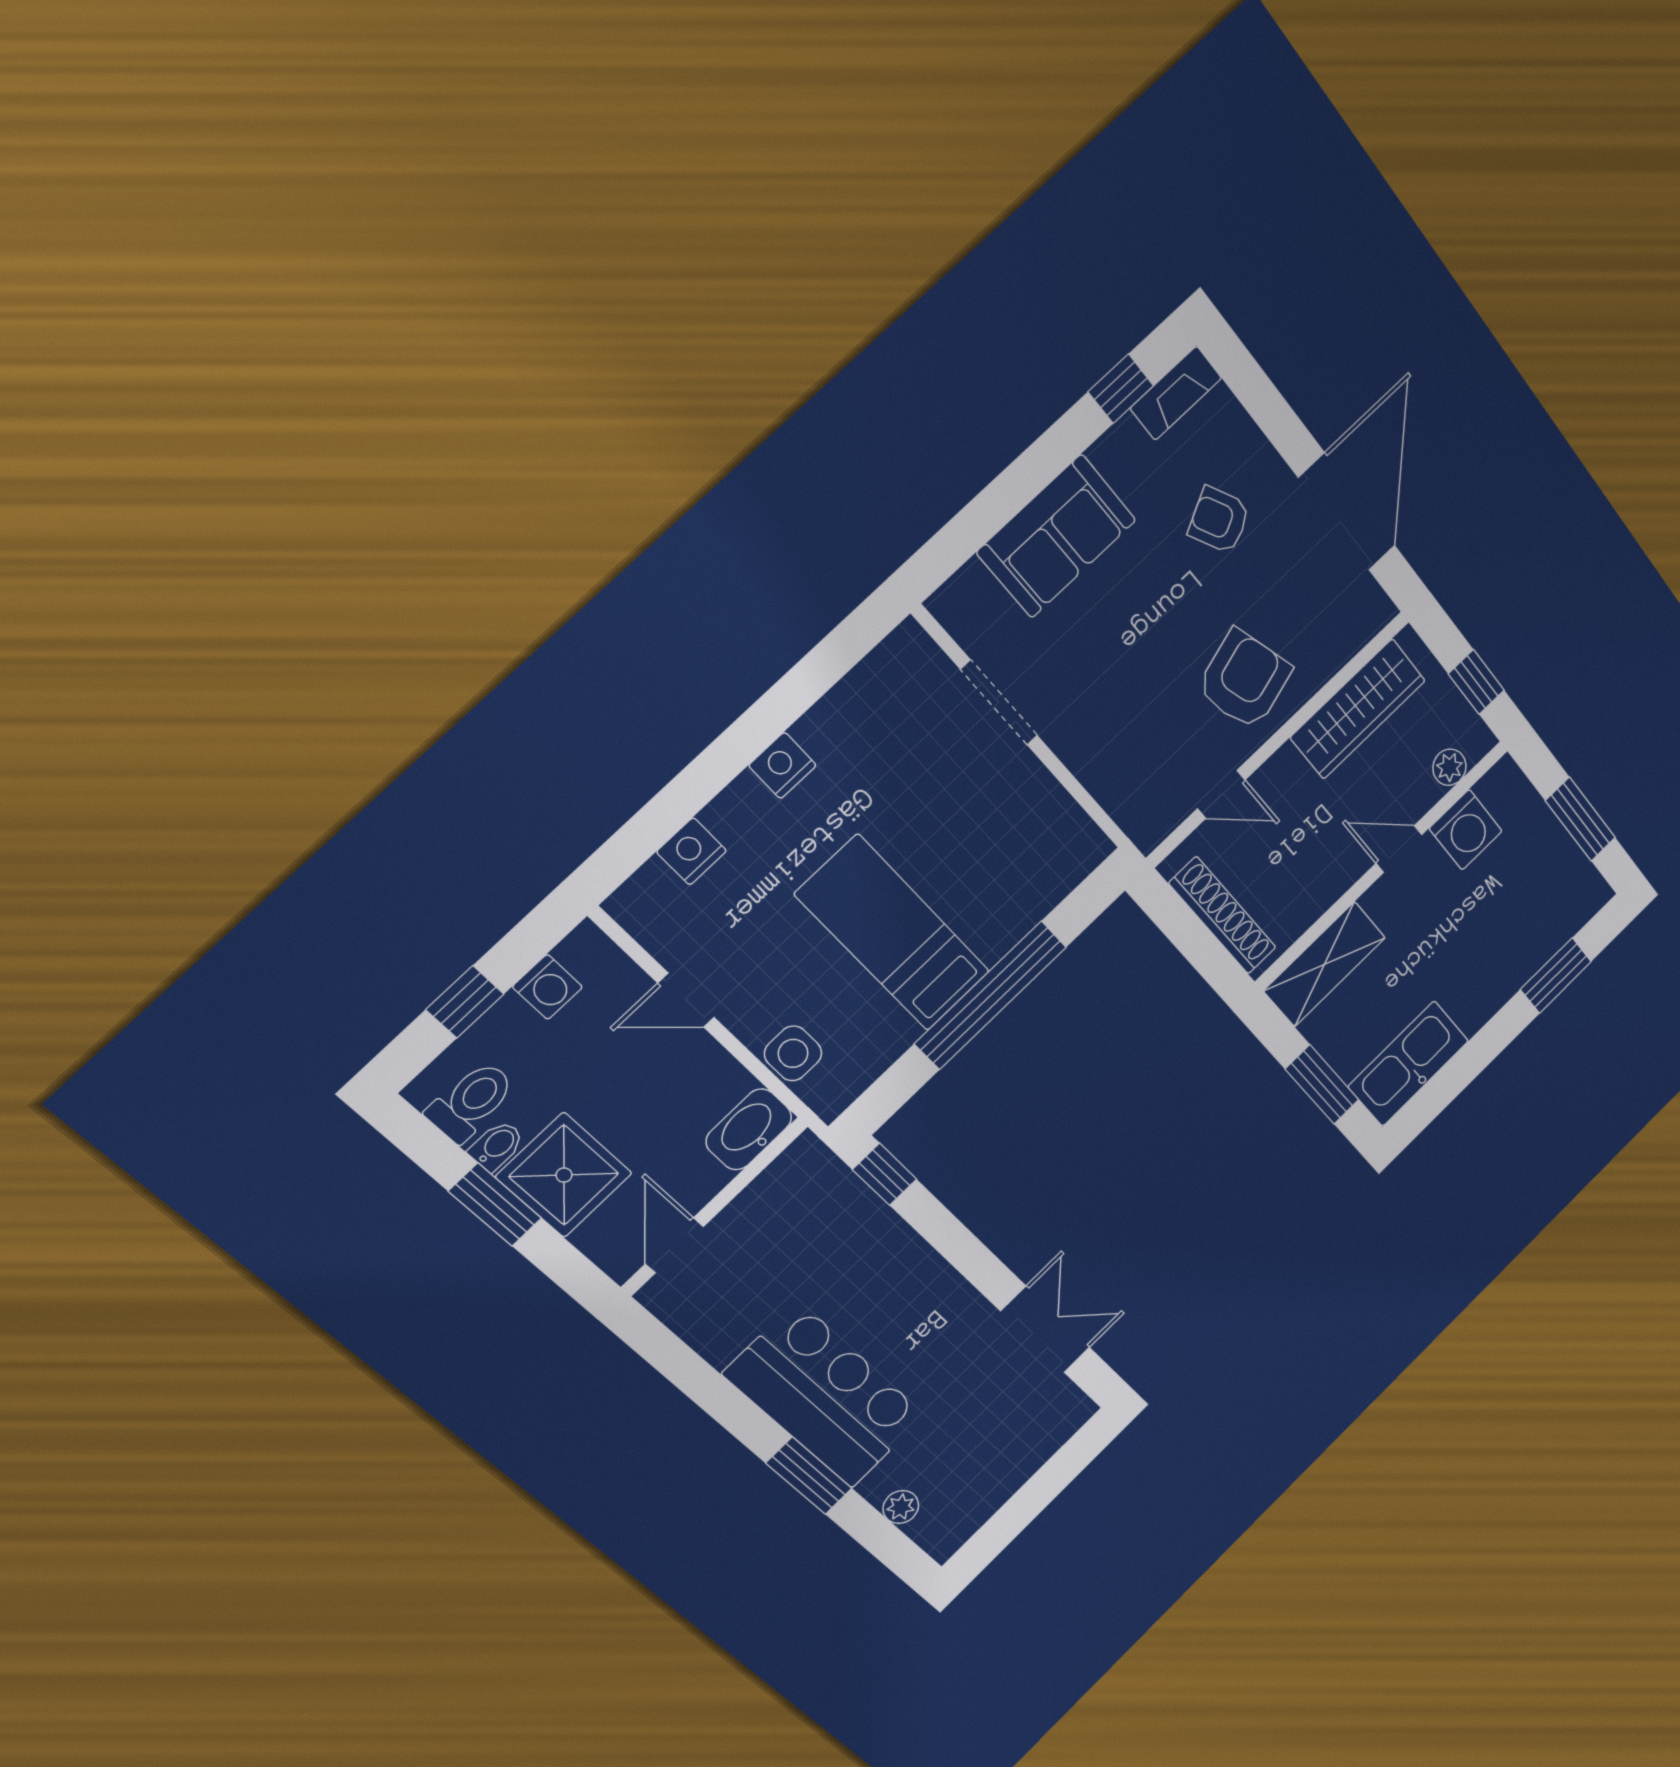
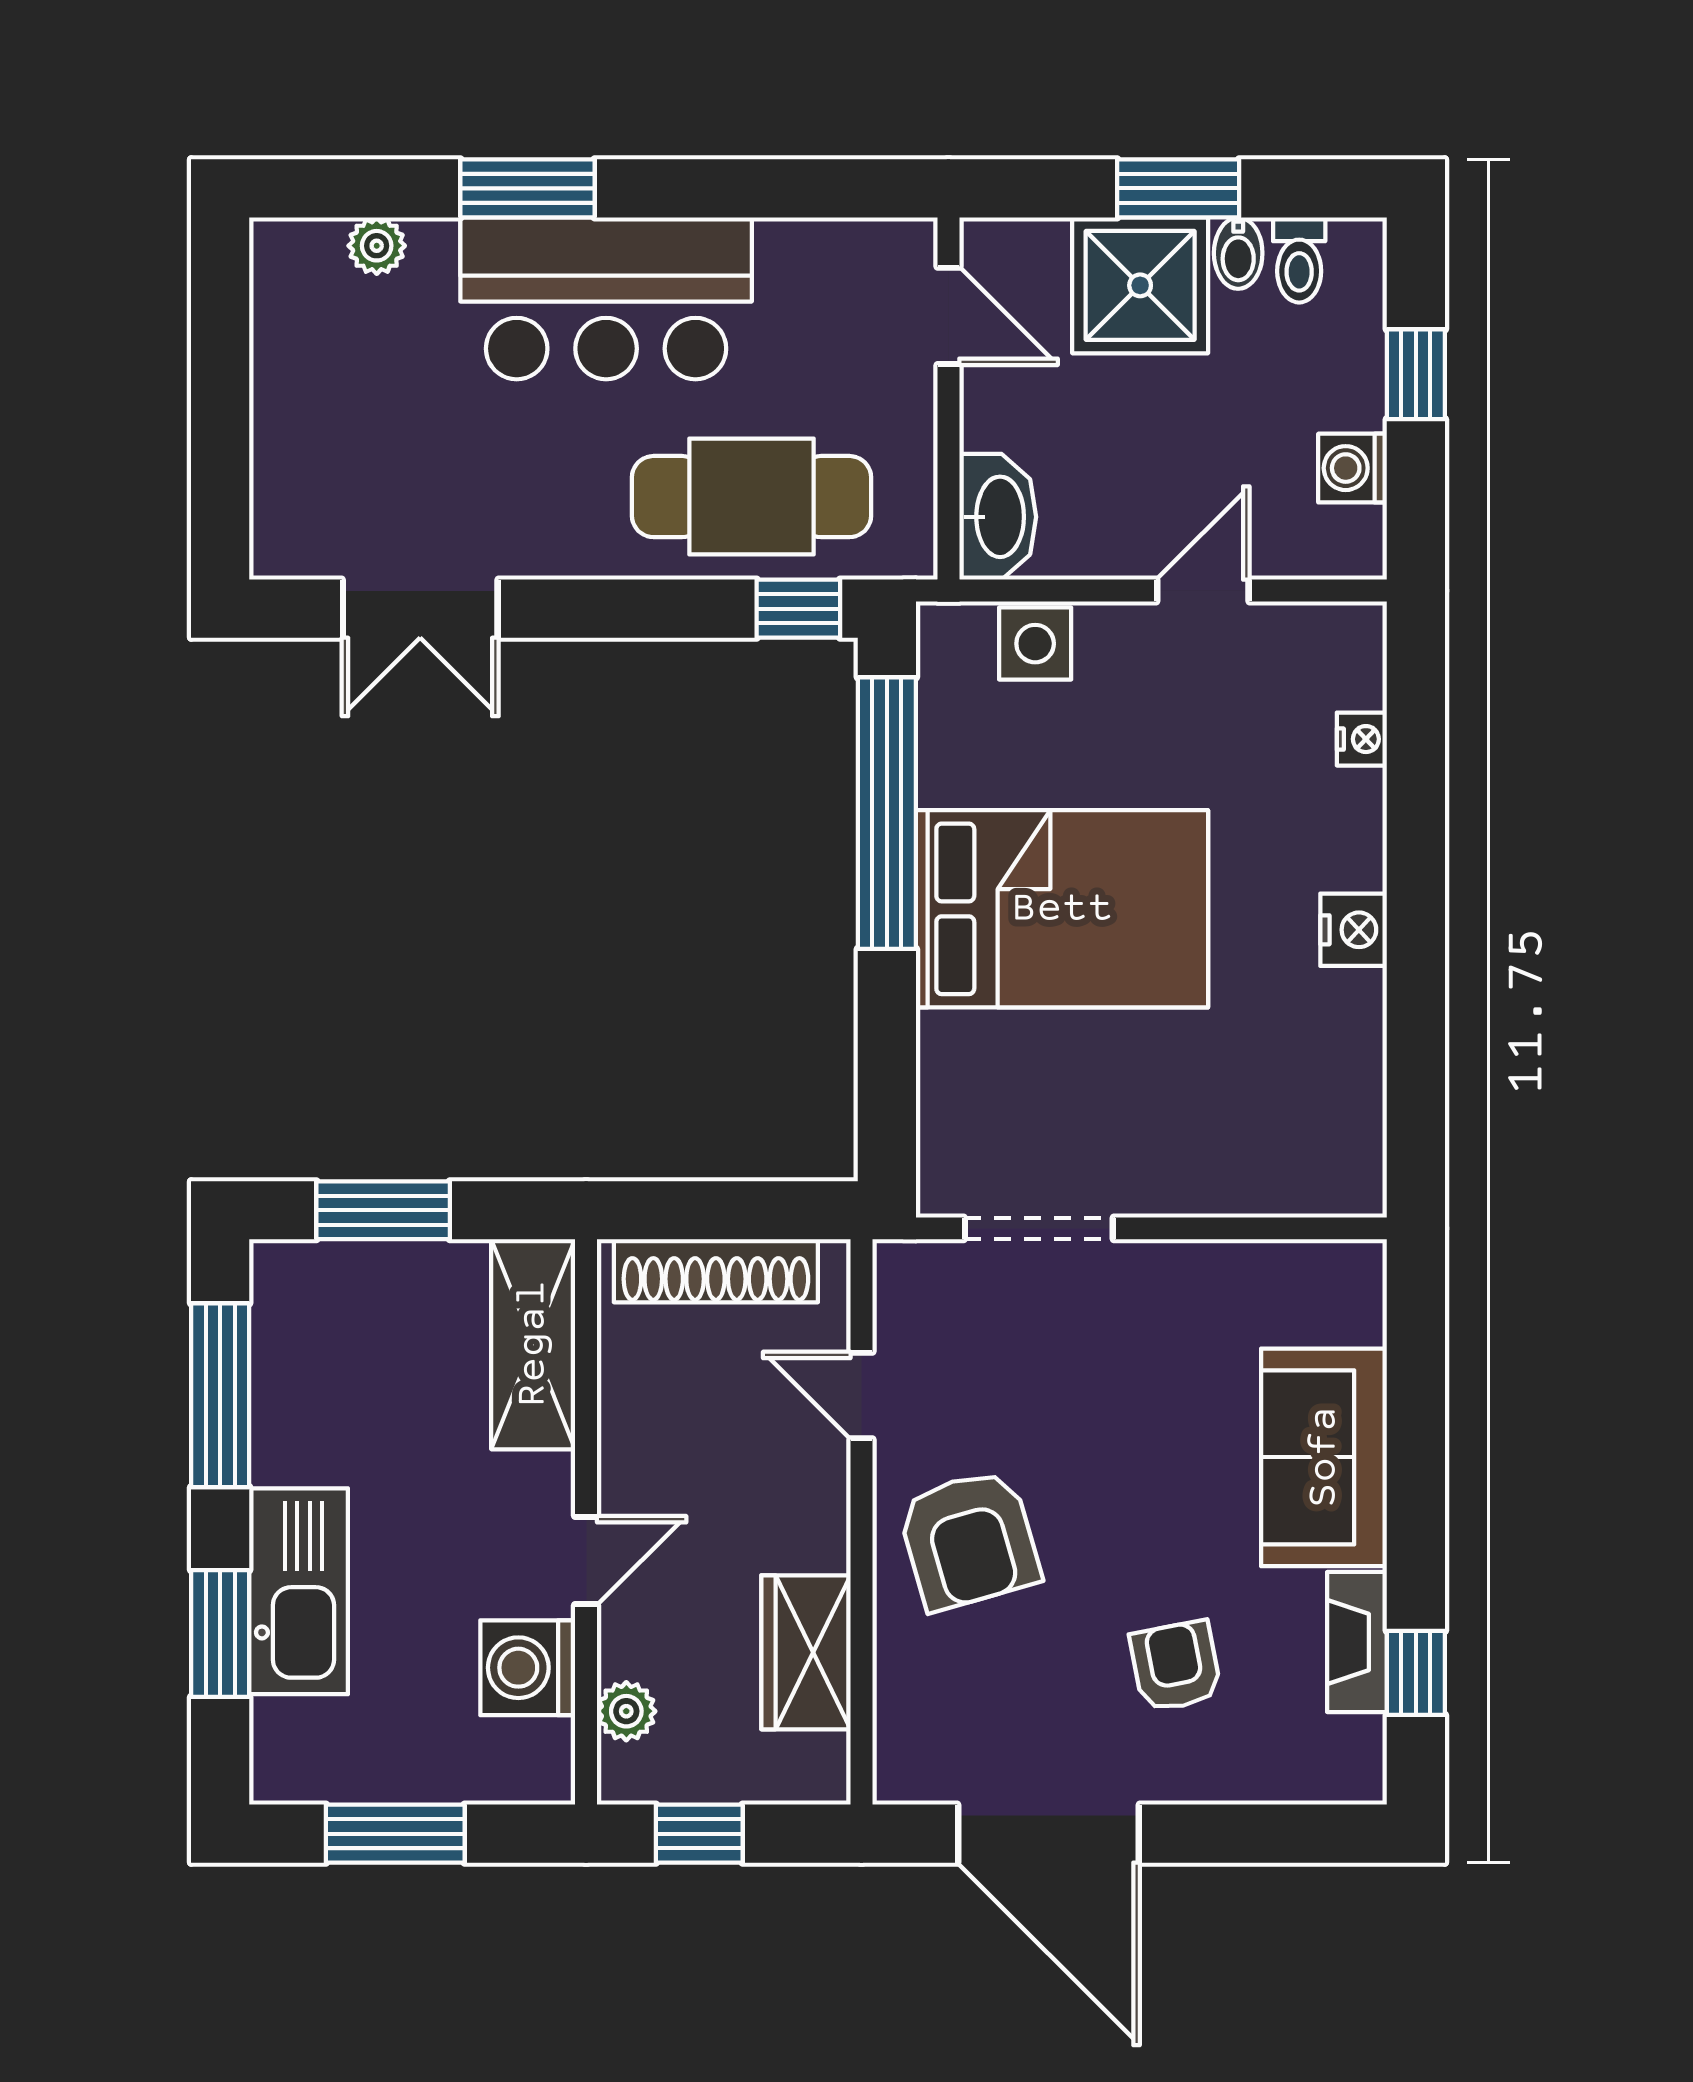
fireplace: (1176, 393) -> (1357, 1642), moved
armchair: (1219, 520) -> (1176, 1666), turned -74
doorway: (999, 703) -> (1039, 1228), moved
wardrobe: (1358, 709) -> (806, 1652), width x0.67
door: (1221, 794) -> (861, 1395), hinge flipped
nightstand: (692, 851) -> (1362, 739), width x0.72, depth x0.74
bed: (893, 933) -> (1062, 909), width x1.50
window: (991, 995) -> (887, 813), moved
kitchen sink: (1408, 1064) -> (299, 1591), moved
window: (1458, 1073) -> (220, 1395), added
toilet: (471, 1101) -> (1299, 260), width x0.73, depth x0.72
cafe table: (853, 1245) -> (751, 497), added

